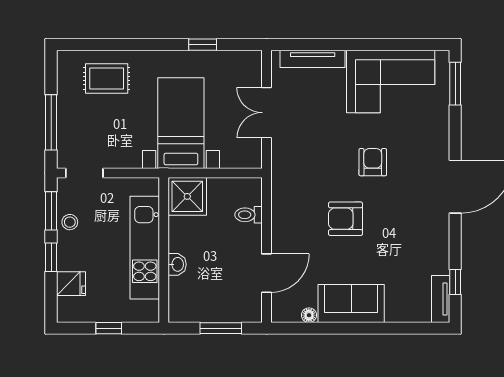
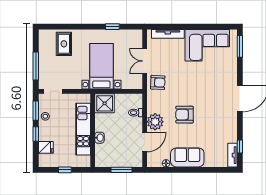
rug: (107, 79) -> (64, 44), turned 90
armchair: (373, 162) -> (158, 82), moved, turned 93
plant: (287, 233) -> (155, 122), added

